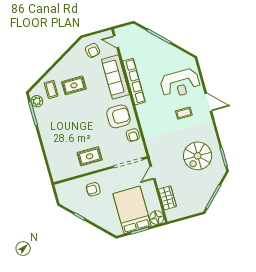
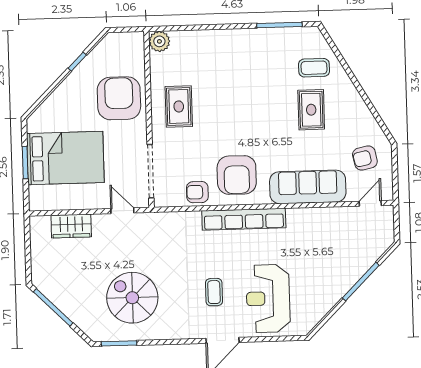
row of seats: (134, 82) -> (244, 219), moved
plant: (37, 101) -> (159, 41), moved
armchair: (93, 189) -> (119, 98), width x1.88, depth x1.88
floor lamp: (157, 218) -> (41, 198), removed

